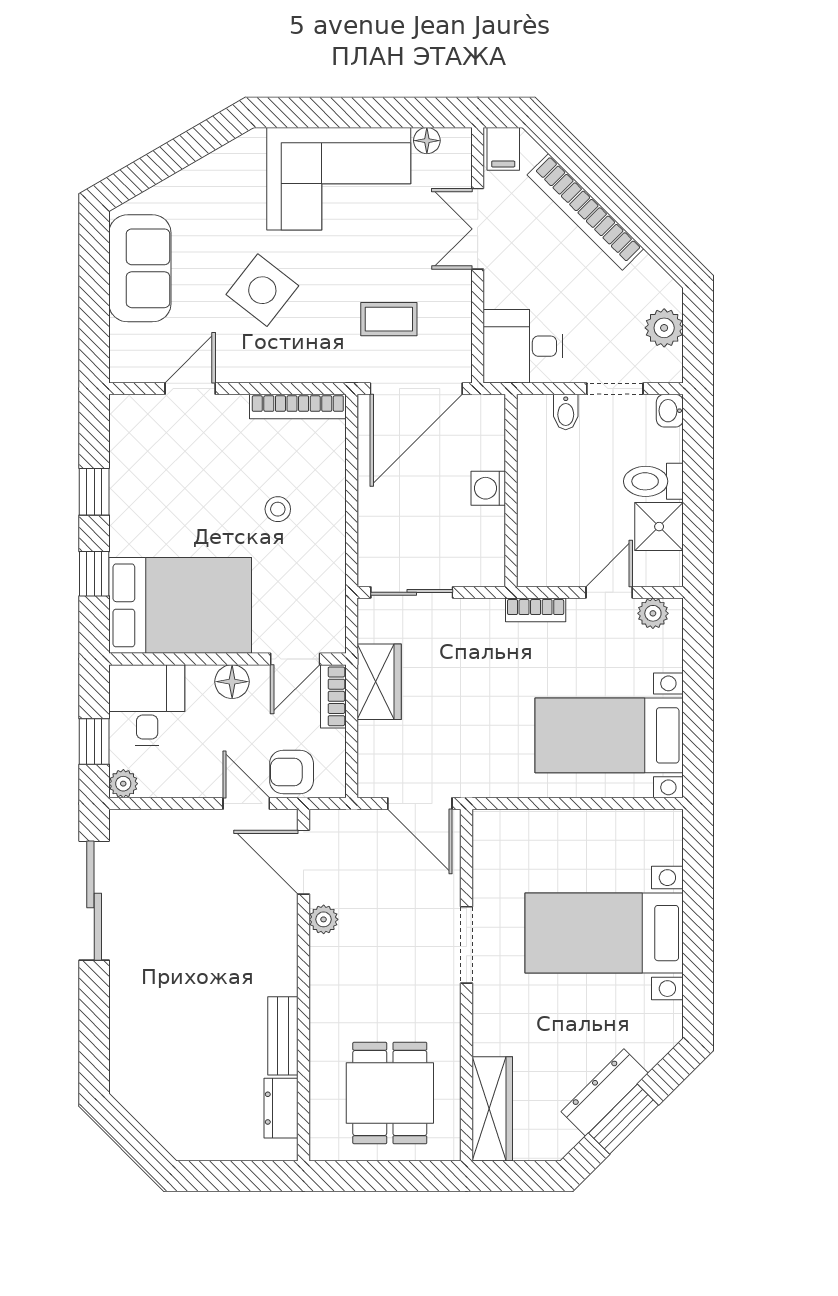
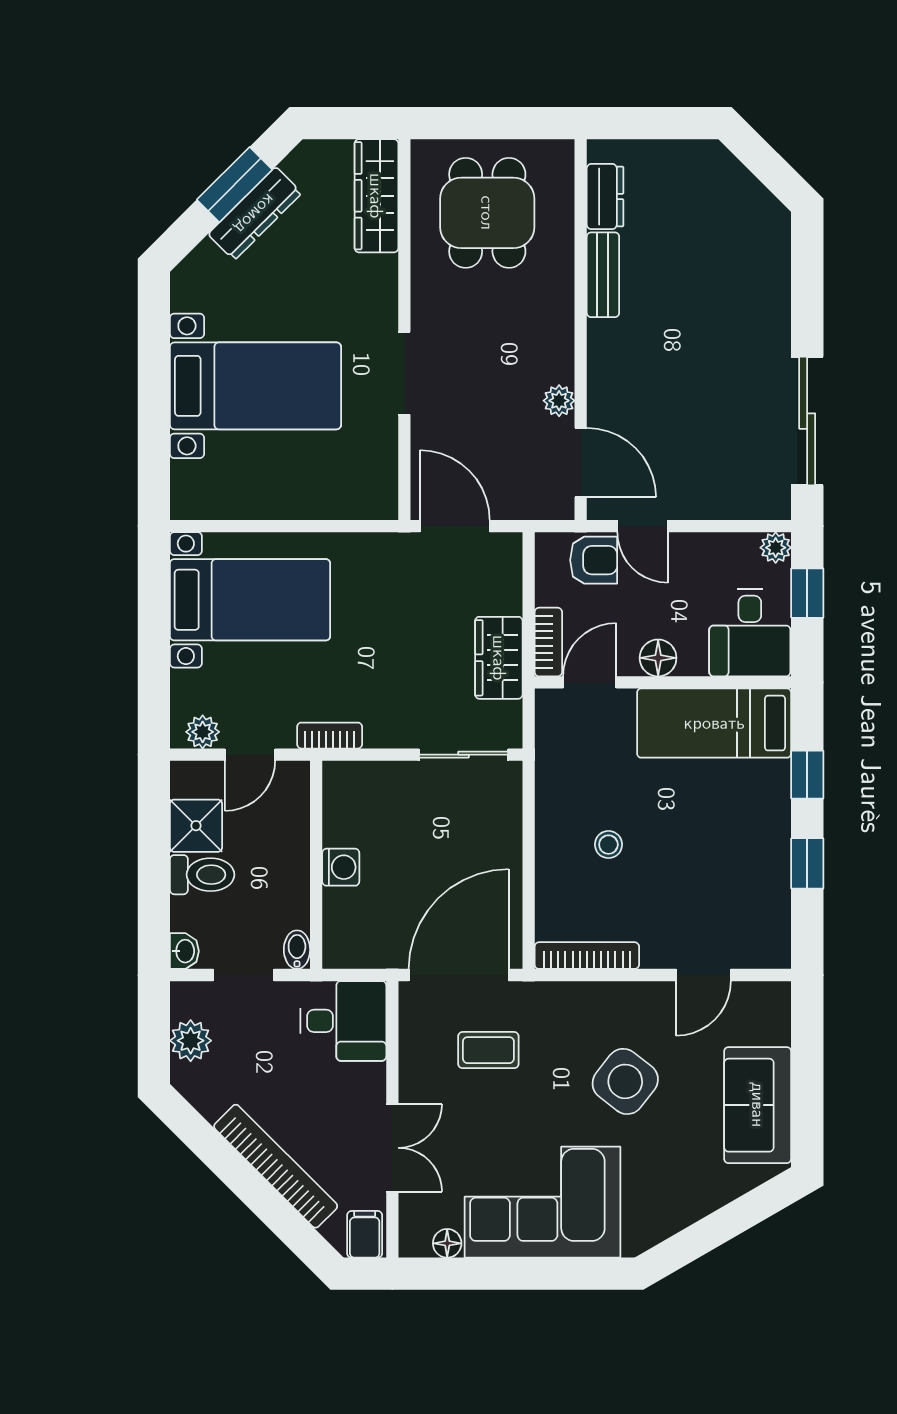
washing machine: (488, 488) -> (341, 867), moved
wall: (511, 490) -> (316, 865), moved
bed: (180, 605) -> (714, 723), width x0.67

